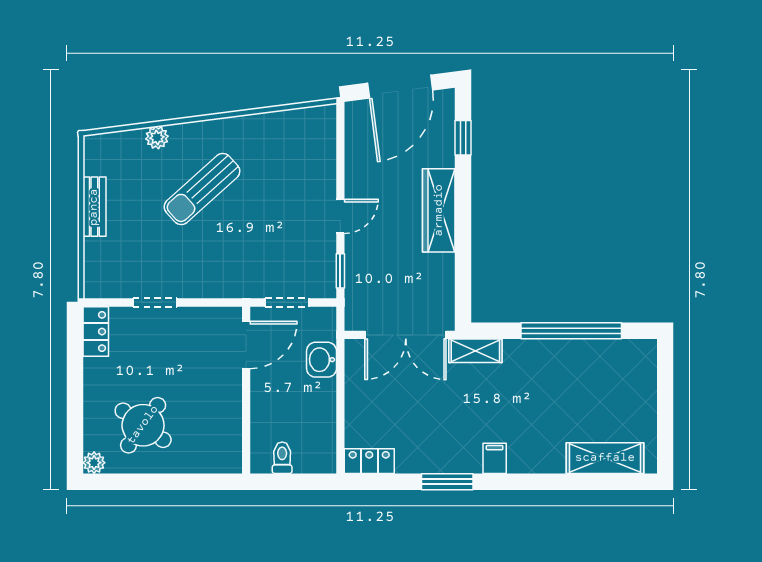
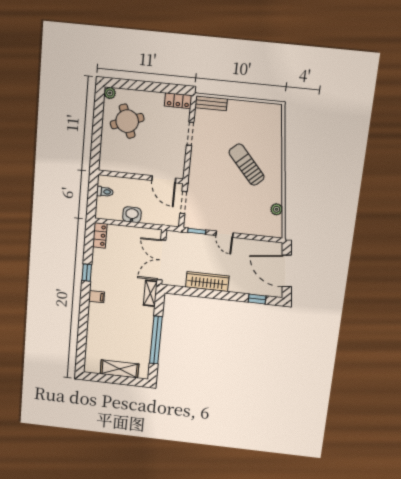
plant: (157, 137) -> (277, 209), moved
bench: (94, 207) -> (211, 103), moved
wardrobe: (439, 210) -> (207, 282), moved
washbasin: (322, 360) -> (132, 215), moved
round table: (143, 425) -> (127, 121), turned 34
shelving: (605, 458) -> (119, 369), moved, turned 90
window: (447, 482) -> (87, 273), width x0.67

